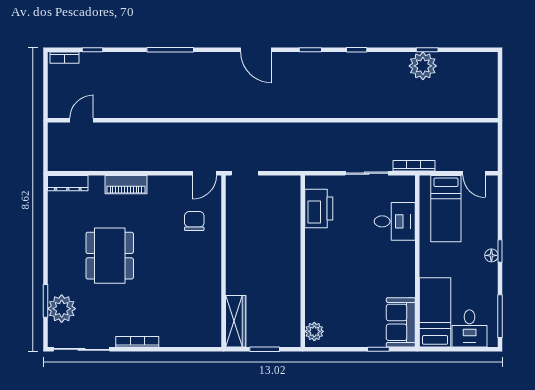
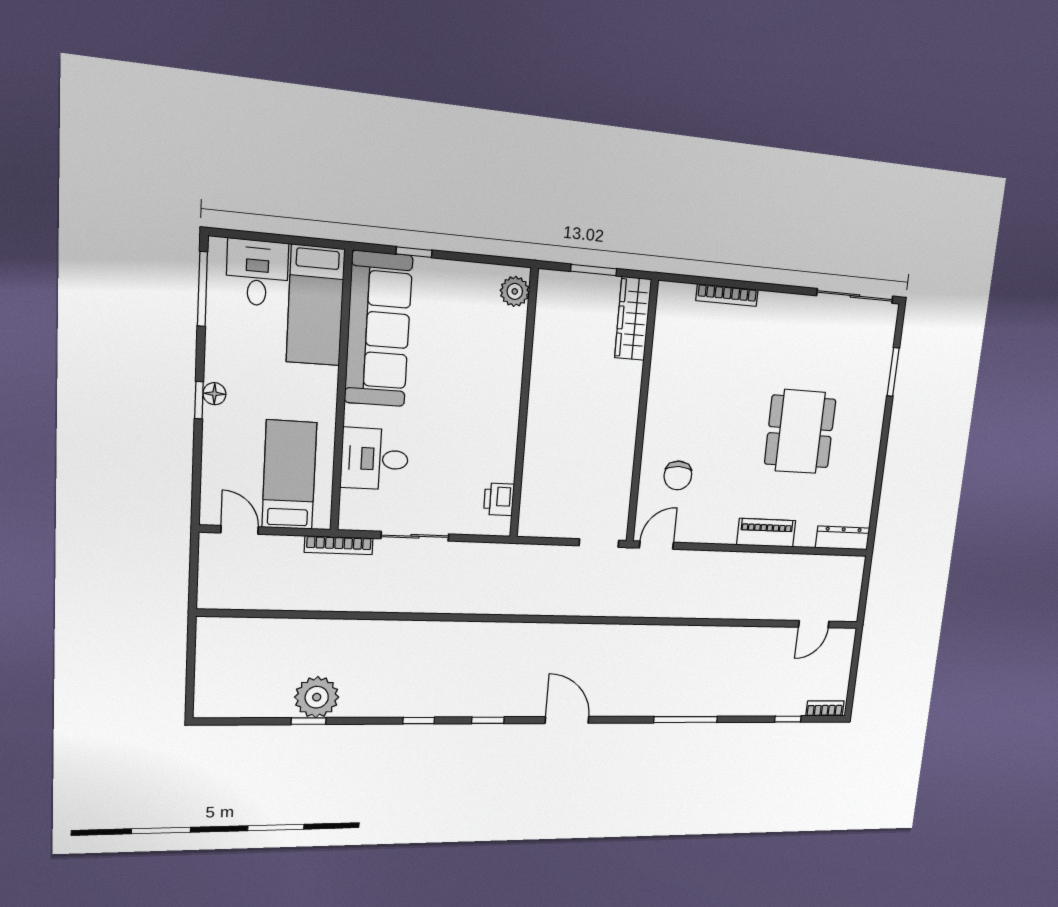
printer: (319, 209) -> (499, 499), width x0.53, depth x0.68
plant: (62, 309) -> (874, 359), removed
sofa: (401, 322) -> (379, 329), width x1.85, depth x1.27
bookcase: (137, 342) -> (727, 295), moved

